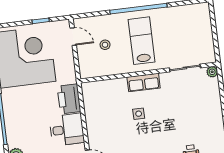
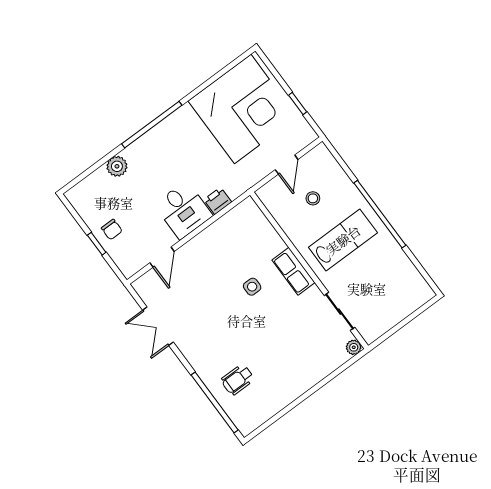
door: (73, 37) -> (287, 165), moved
printer: (69, 99) -> (218, 201), width x0.53, depth x0.68

